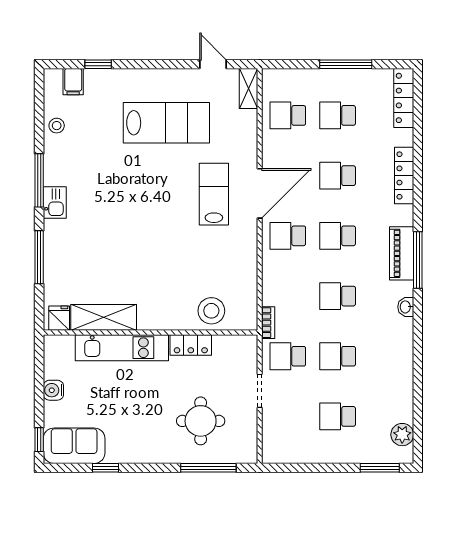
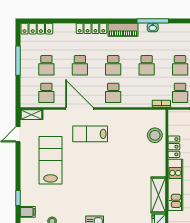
locker: (404, 175) -> (91, 28), moved
door: (260, 193) -> (79, 109), moved
window: (418, 260) -> (153, 21), moved

